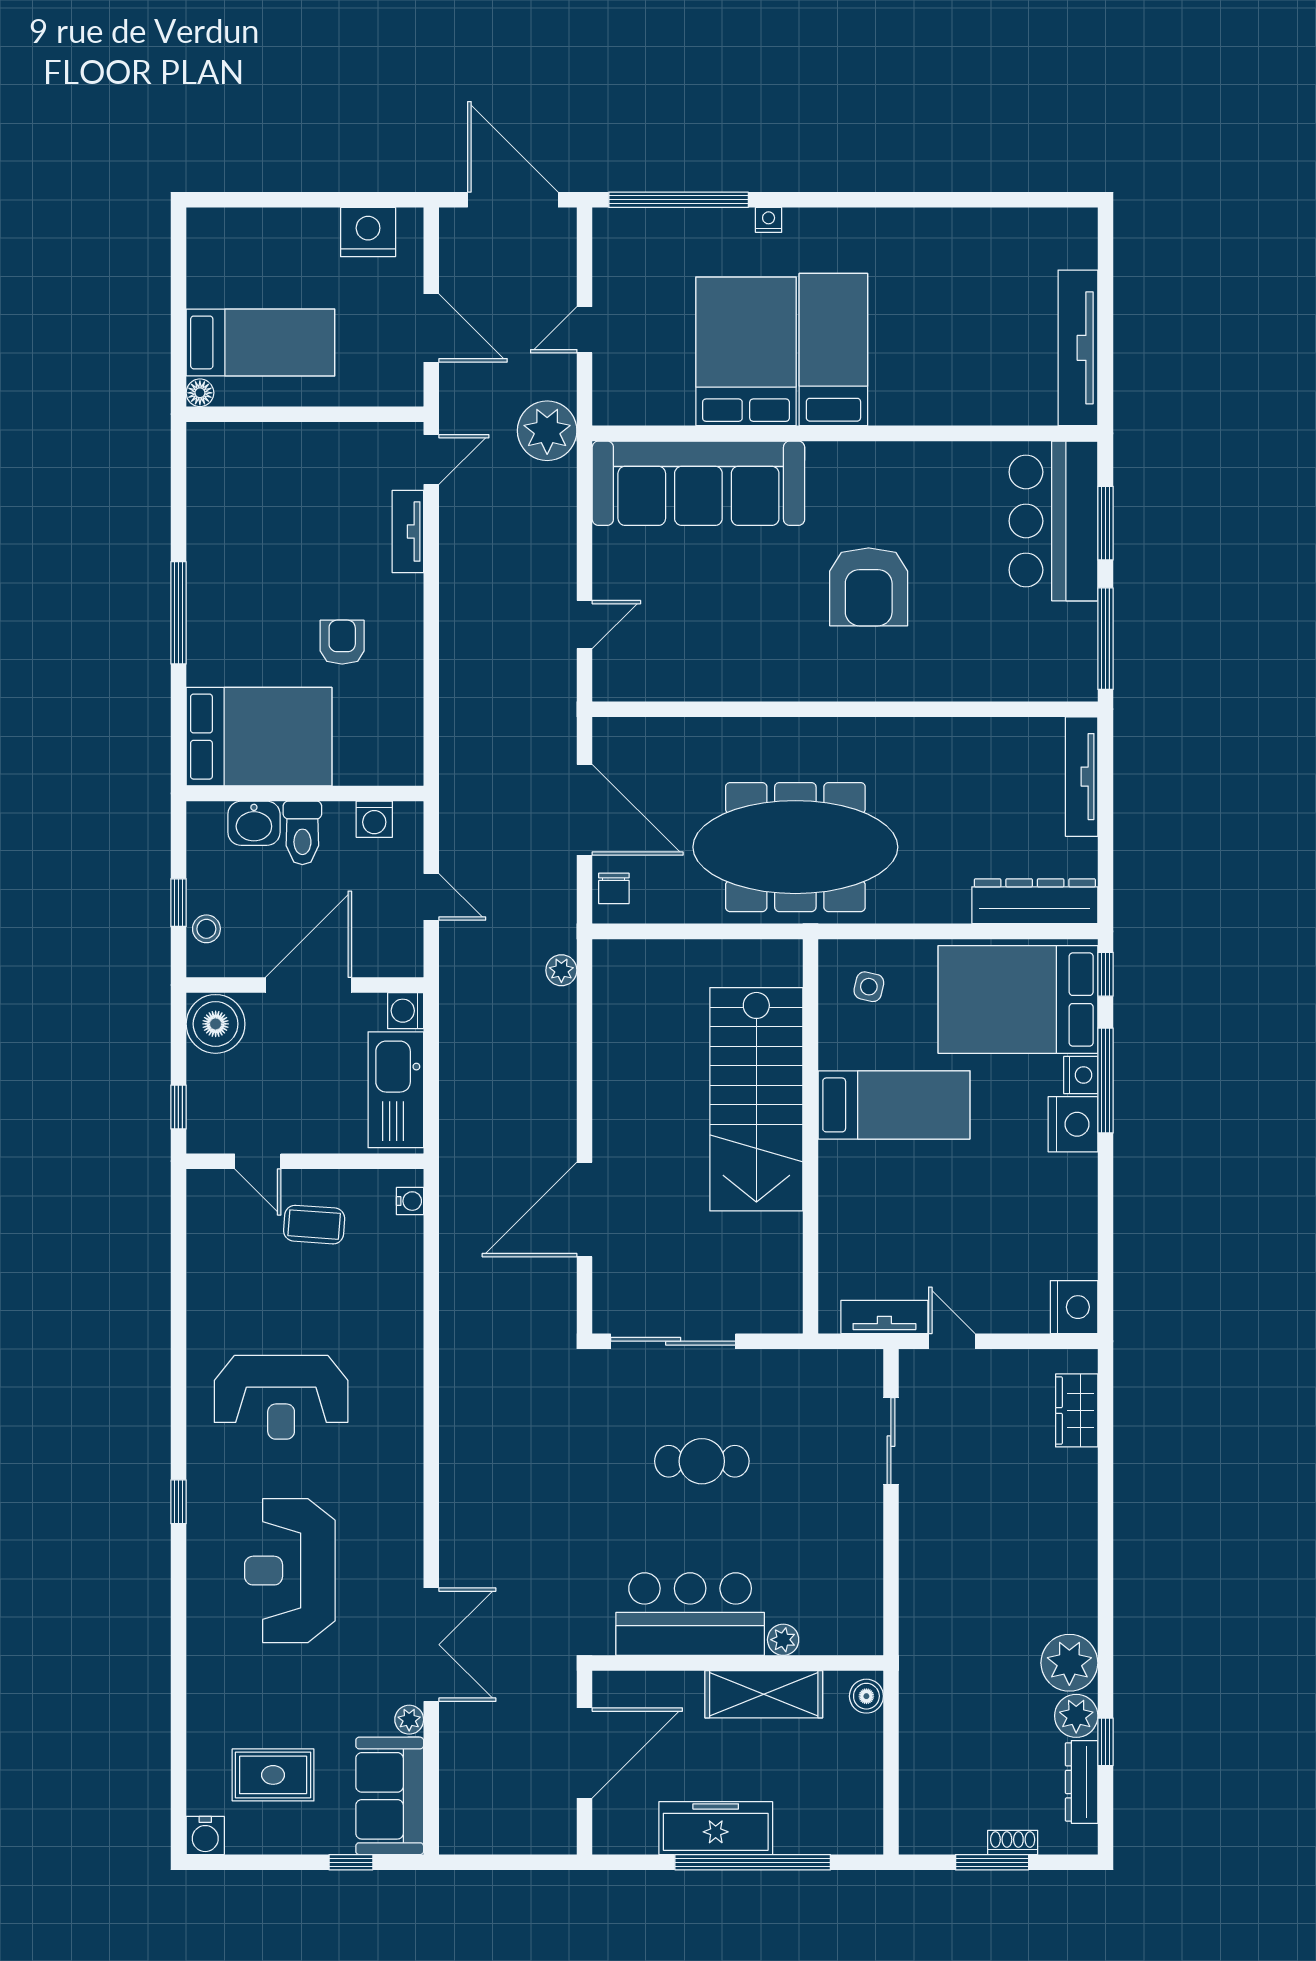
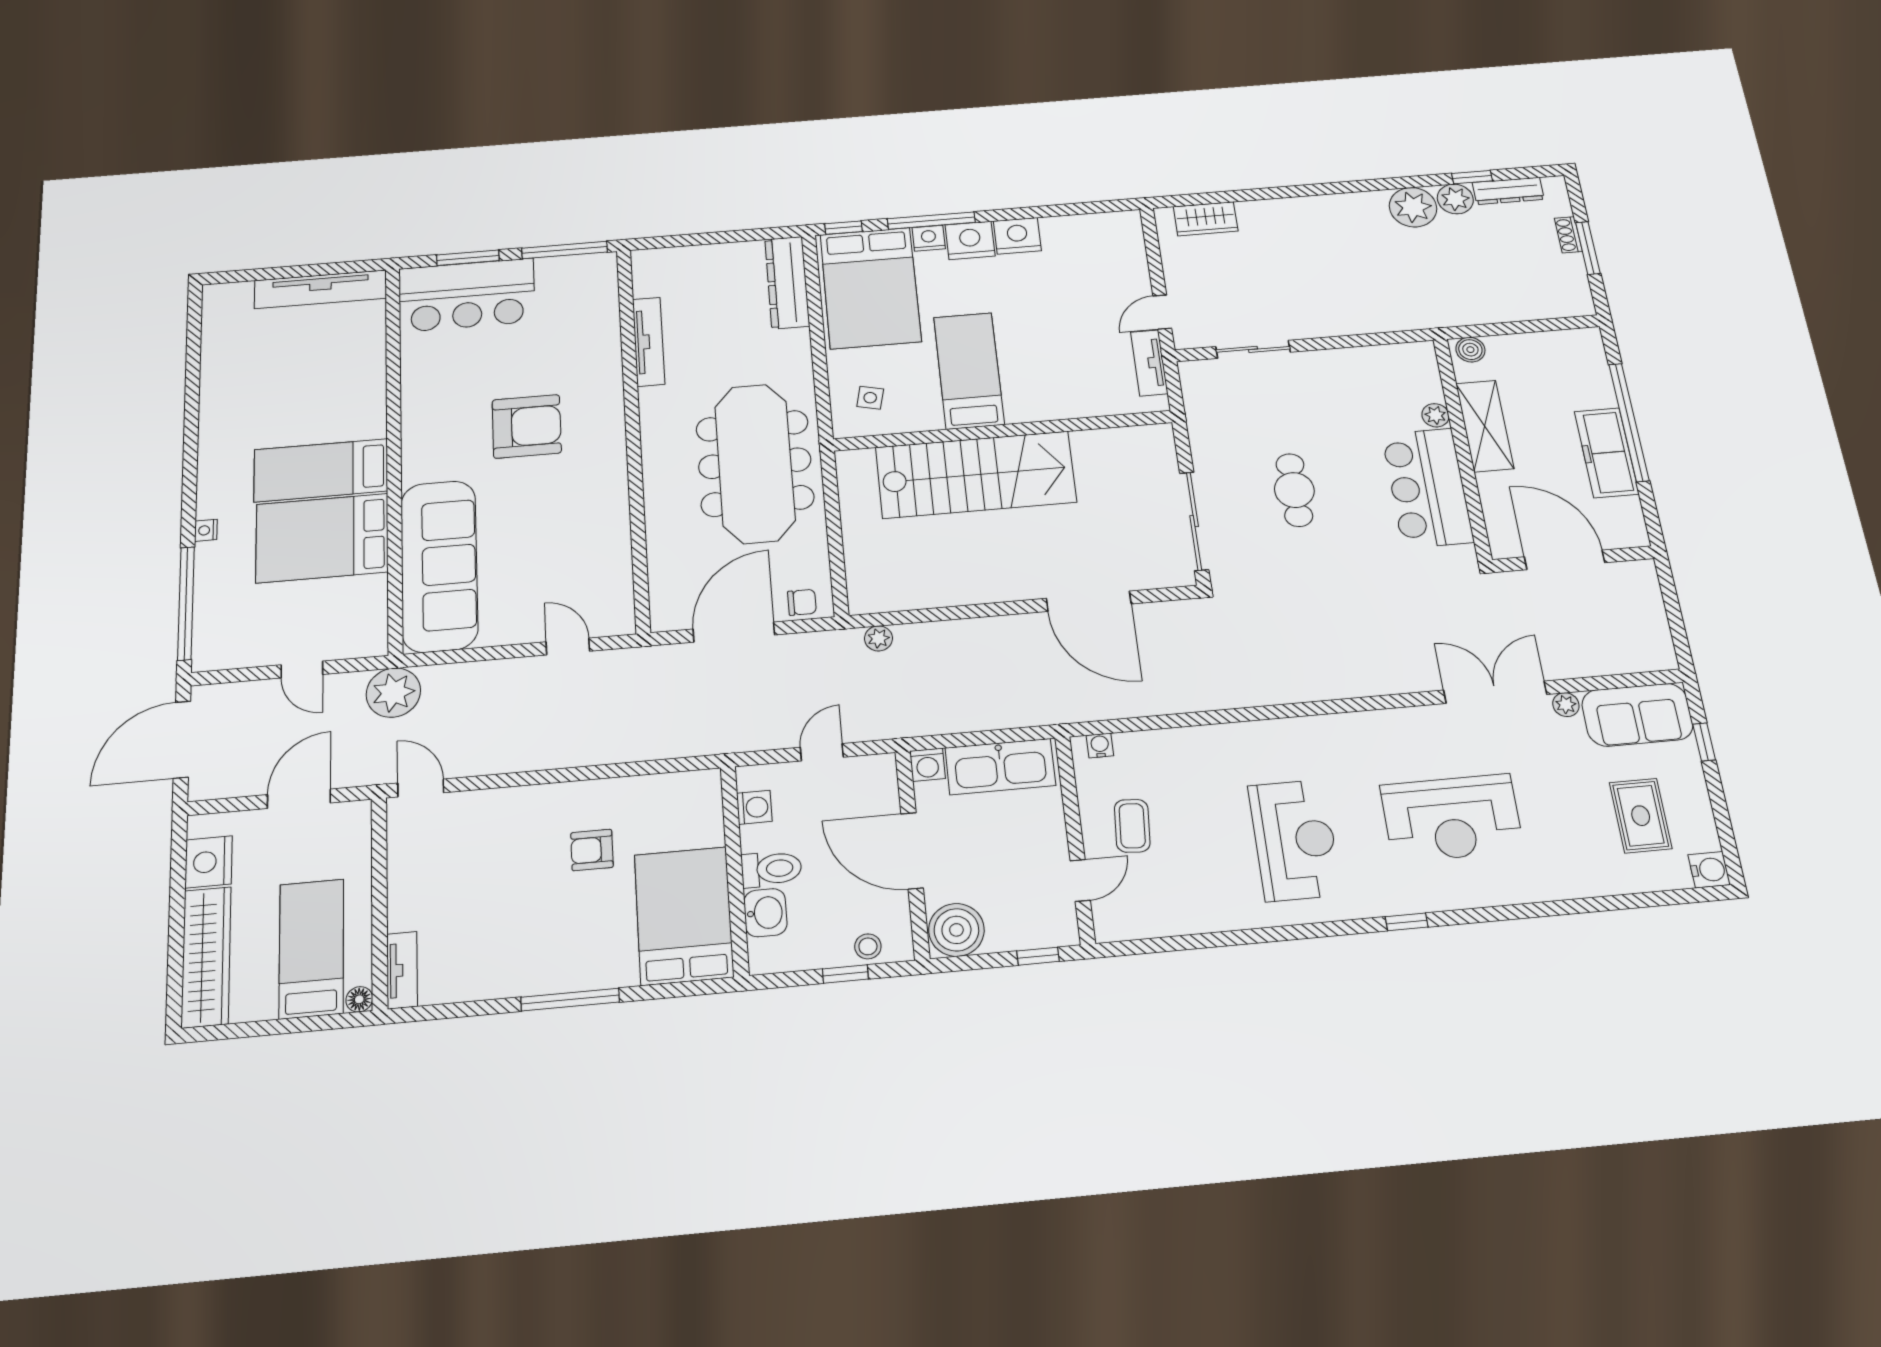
wardrobe: (262, 232) -> (206, 957), added
tv unit: (408, 531) -> (402, 970), moved, turned -90
tv unit: (1082, 777) -> (649, 342), moved, turned -90
nightstand: (1074, 1307) -> (1017, 236), moved

